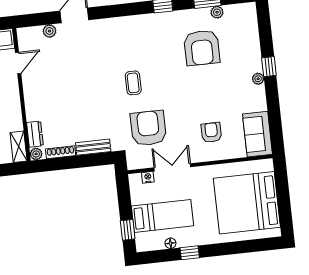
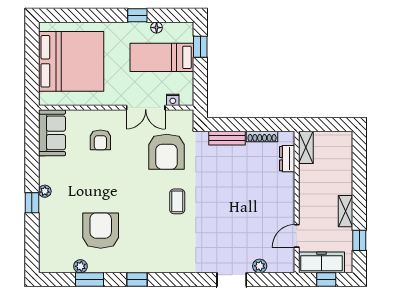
plant: (36, 154) -> (288, 138), removed

